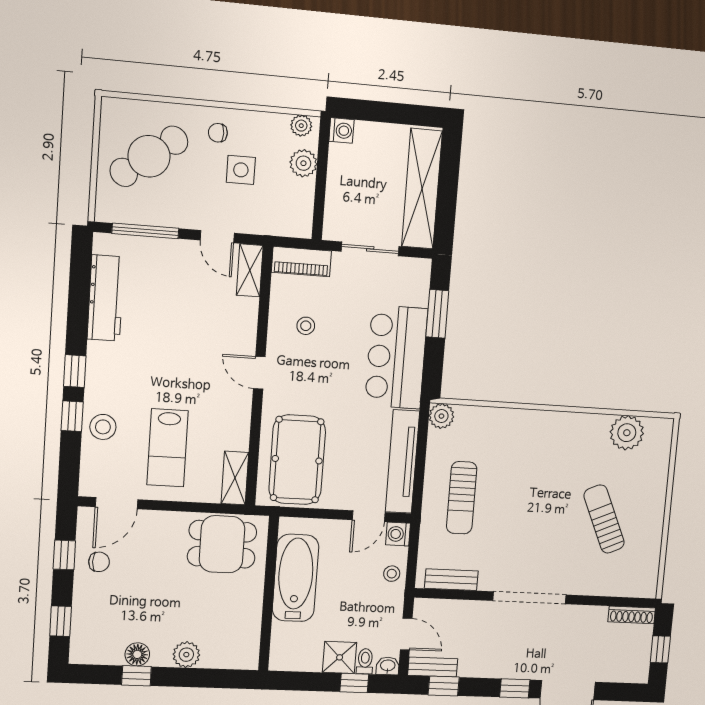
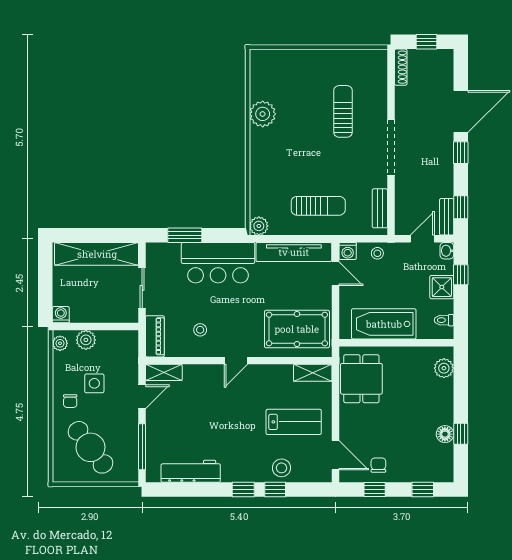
plant: (627, 433) -> (263, 114), moved
sun lounger: (604, 519) -> (343, 111), moved, turned 114
plant: (186, 655) -> (444, 368), moved
toilet: (365, 661) -> (444, 320), moved

